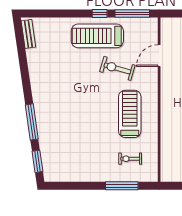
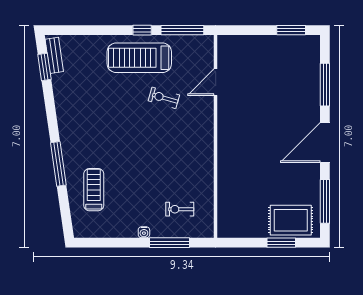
exercise bike: (117, 68) -> (164, 98), width x0.73, depth x0.72
treadmill: (130, 114) -> (94, 190), moved, width x0.73, depth x0.73
window: (37, 161) -> (44, 67), moved
water cooler: (101, 177) -> (144, 232), added

